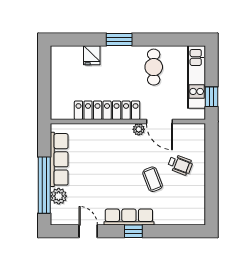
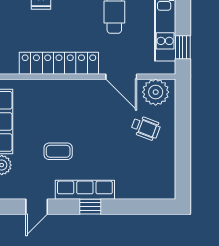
plant: (139, 129) -> (156, 92), moved, width x1.88, depth x1.88
coffee table: (153, 179) -> (58, 151), moved, turned -69
door: (88, 231) -> (37, 207), swing flipped

